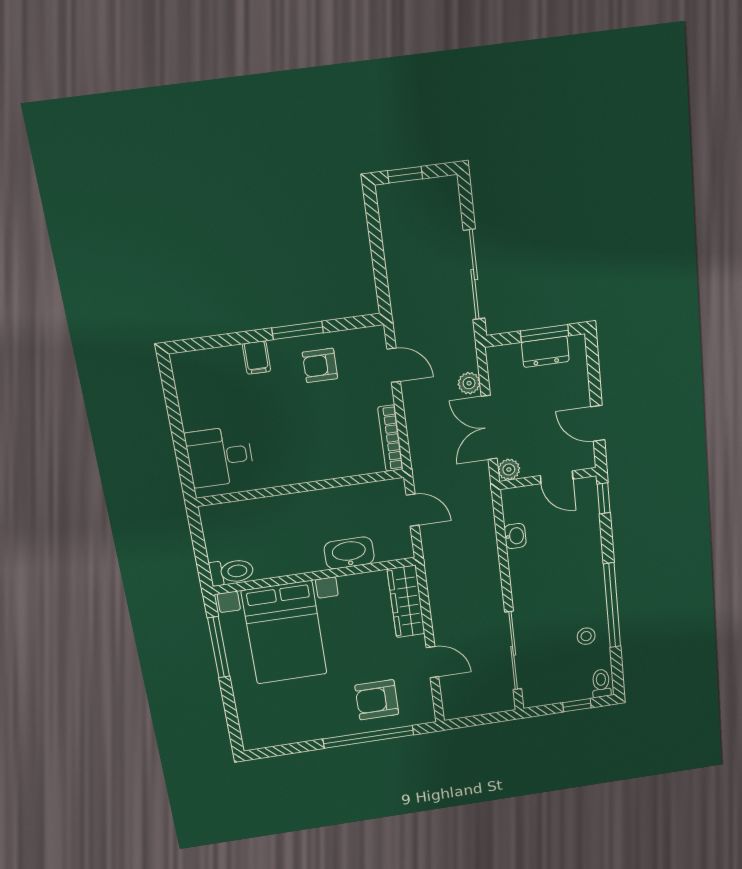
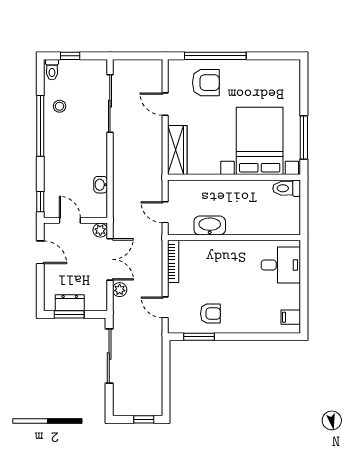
window: (298, 330) -> (199, 337), moved
filing cabinet: (257, 358) -> (291, 317), moved, turned -90
washbasin: (349, 553) -> (210, 225), moved, turned 180

